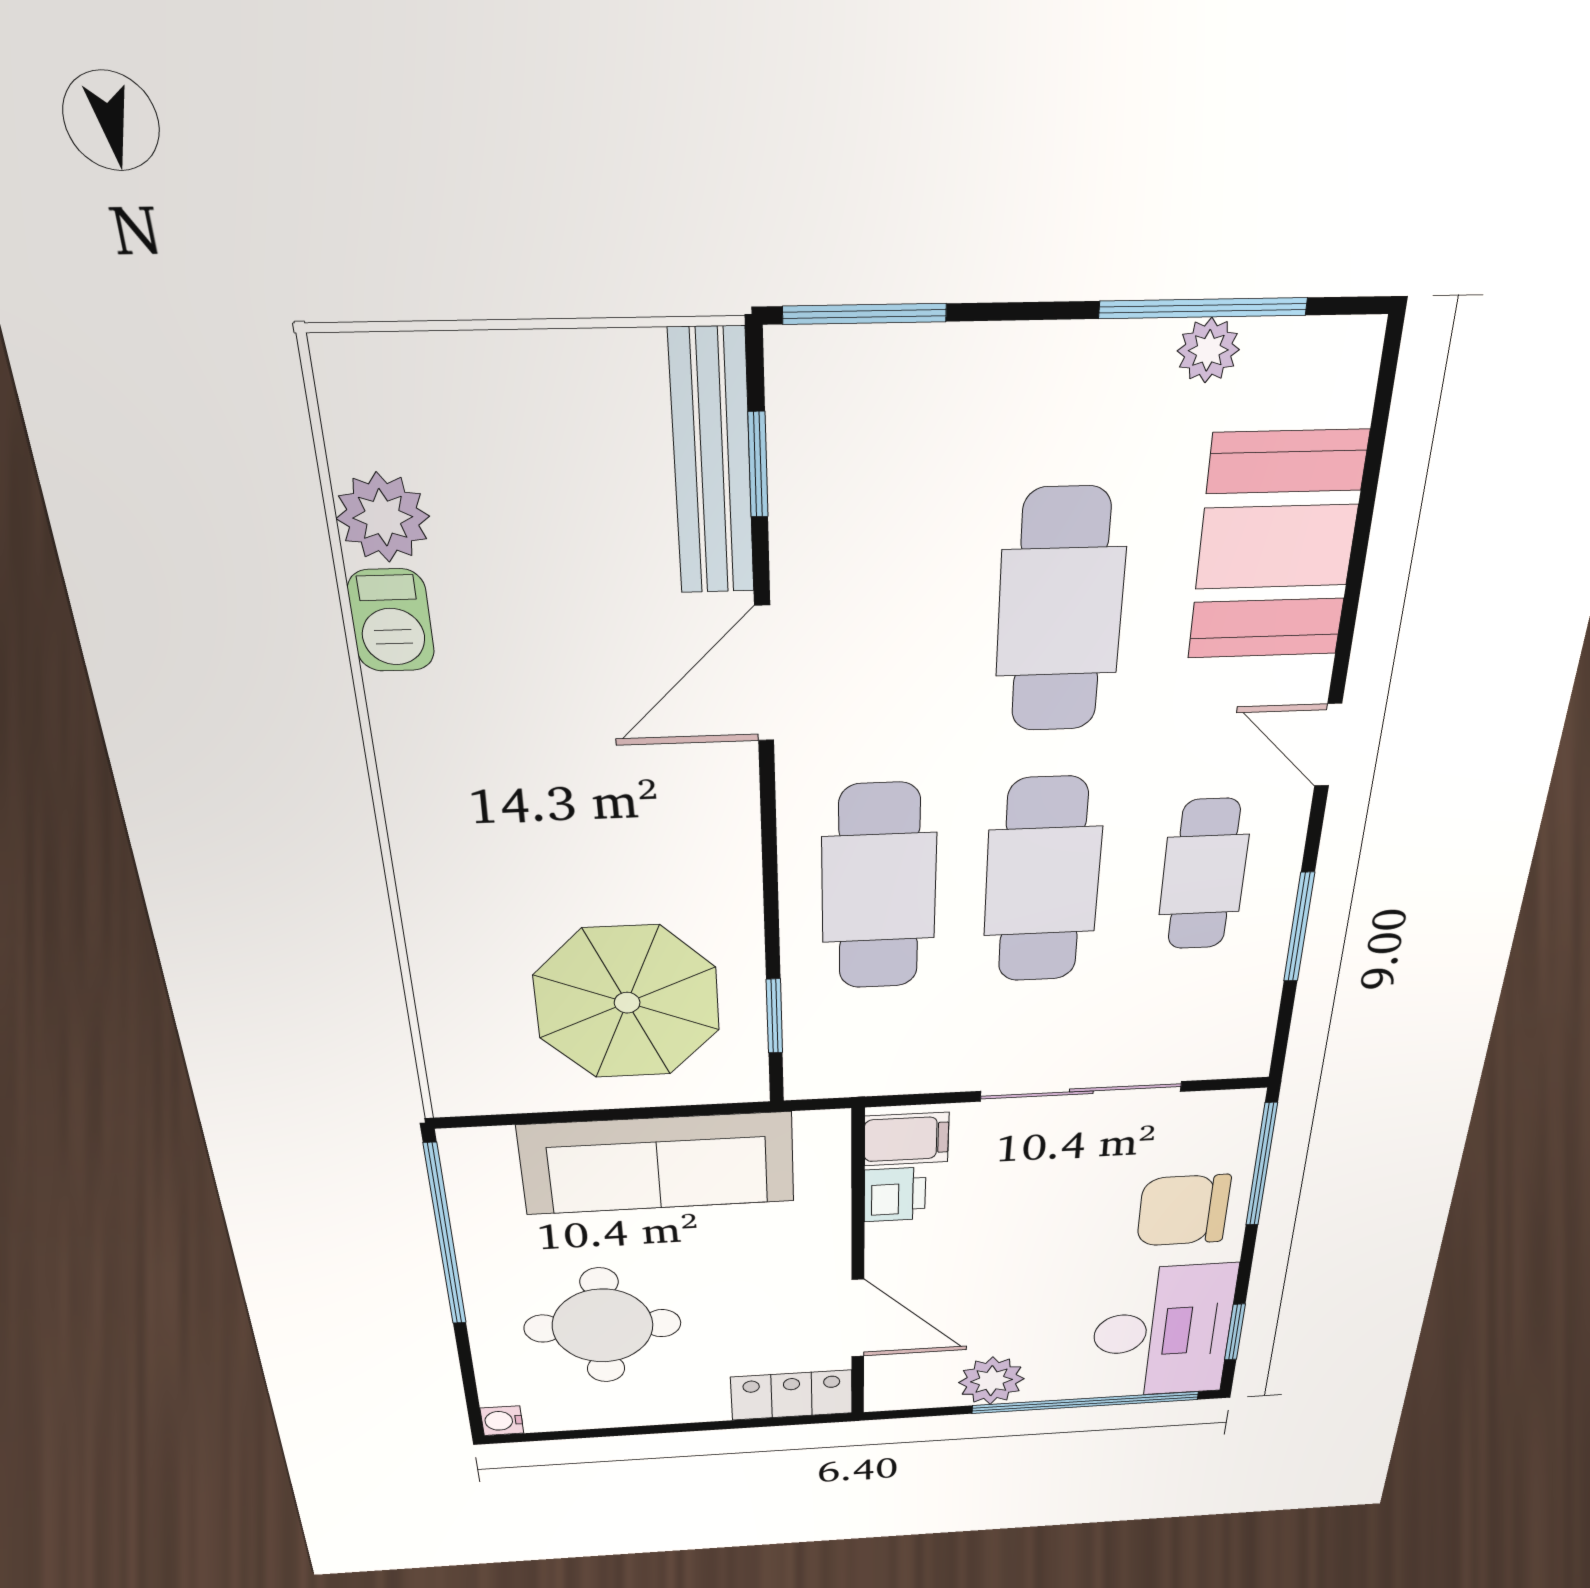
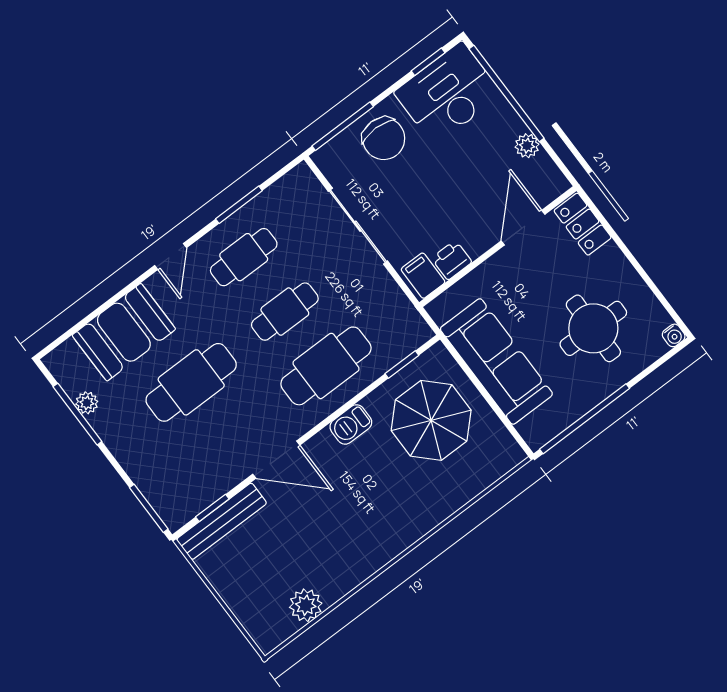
barbecue: (391, 620) -> (351, 424), moved, turned 180
cafe table: (1042, 881) -> (285, 312), width x0.73, depth x0.74
plant: (991, 1381) -> (527, 146), width x0.73, depth x0.73

